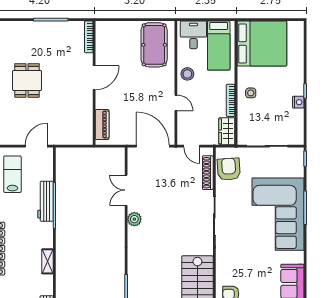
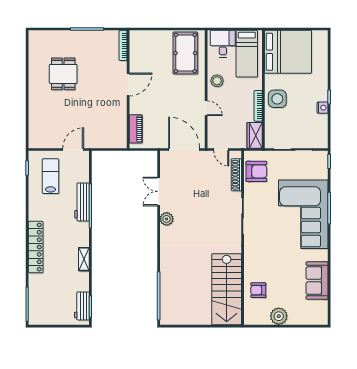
dining table: (27, 80) -> (63, 74), moved
side table: (251, 93) -> (277, 99), width x1.87, depth x1.87
armchair: (229, 169) -> (256, 171), turned 94

